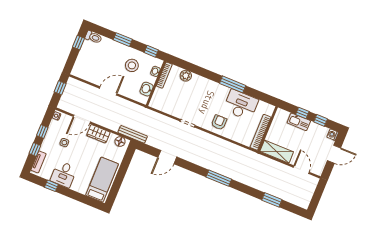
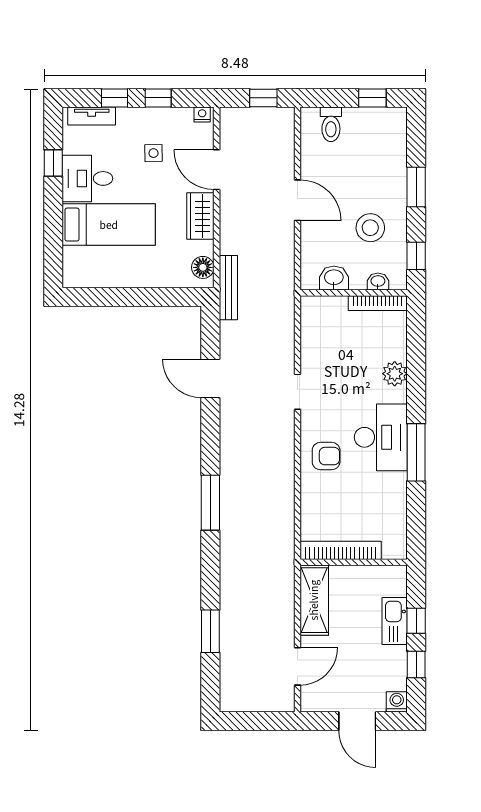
toilet: (93, 37) -> (331, 124), moved
plant: (186, 76) -> (395, 374), moved
desk: (241, 105) -> (381, 437), moved
bed: (102, 180) -> (109, 225), moved

